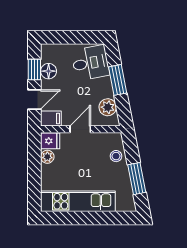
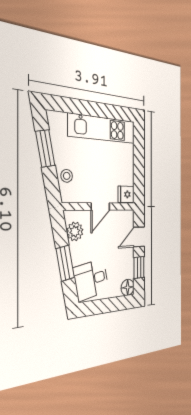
floor lamp: (49, 71) -> (128, 287), moved
filing cabinet: (51, 118) -> (126, 218), removed
plant: (47, 157) -> (129, 178), removed

